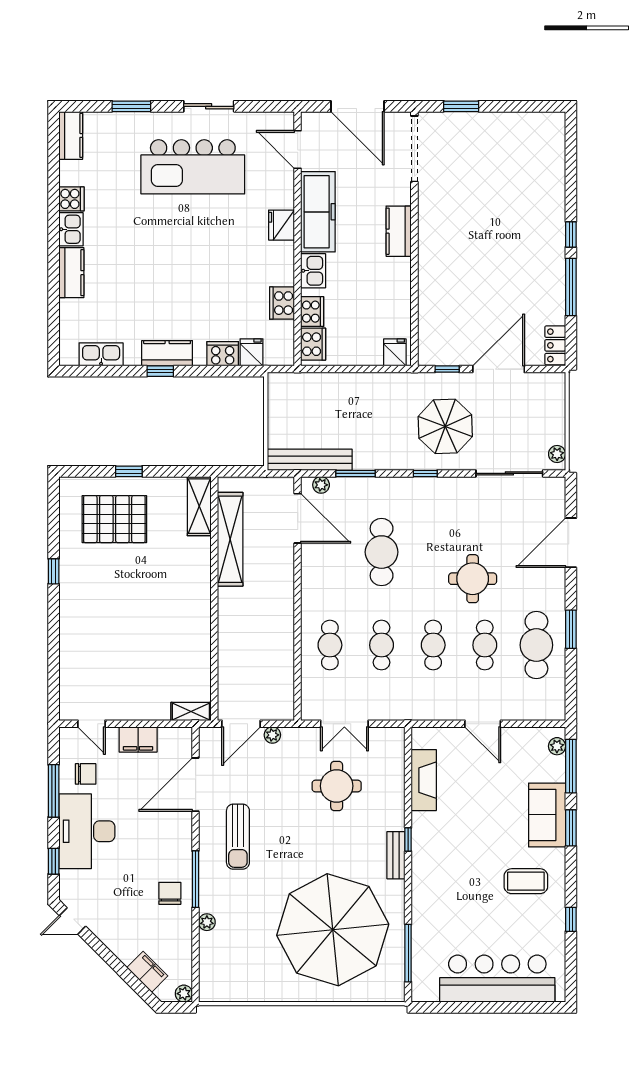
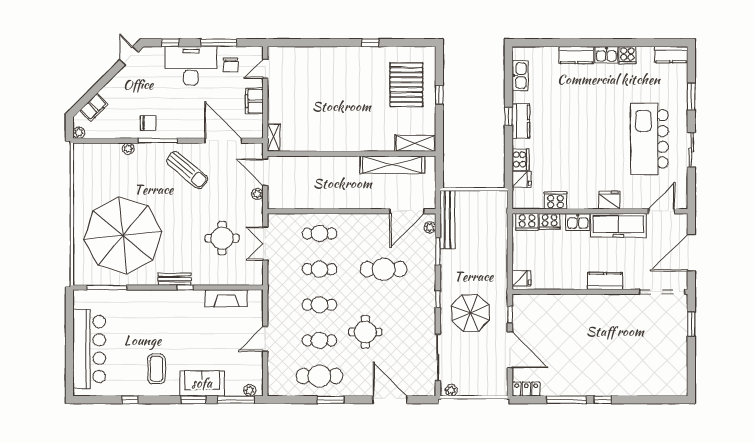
sun lounger: (238, 837) -> (187, 170), turned -140

